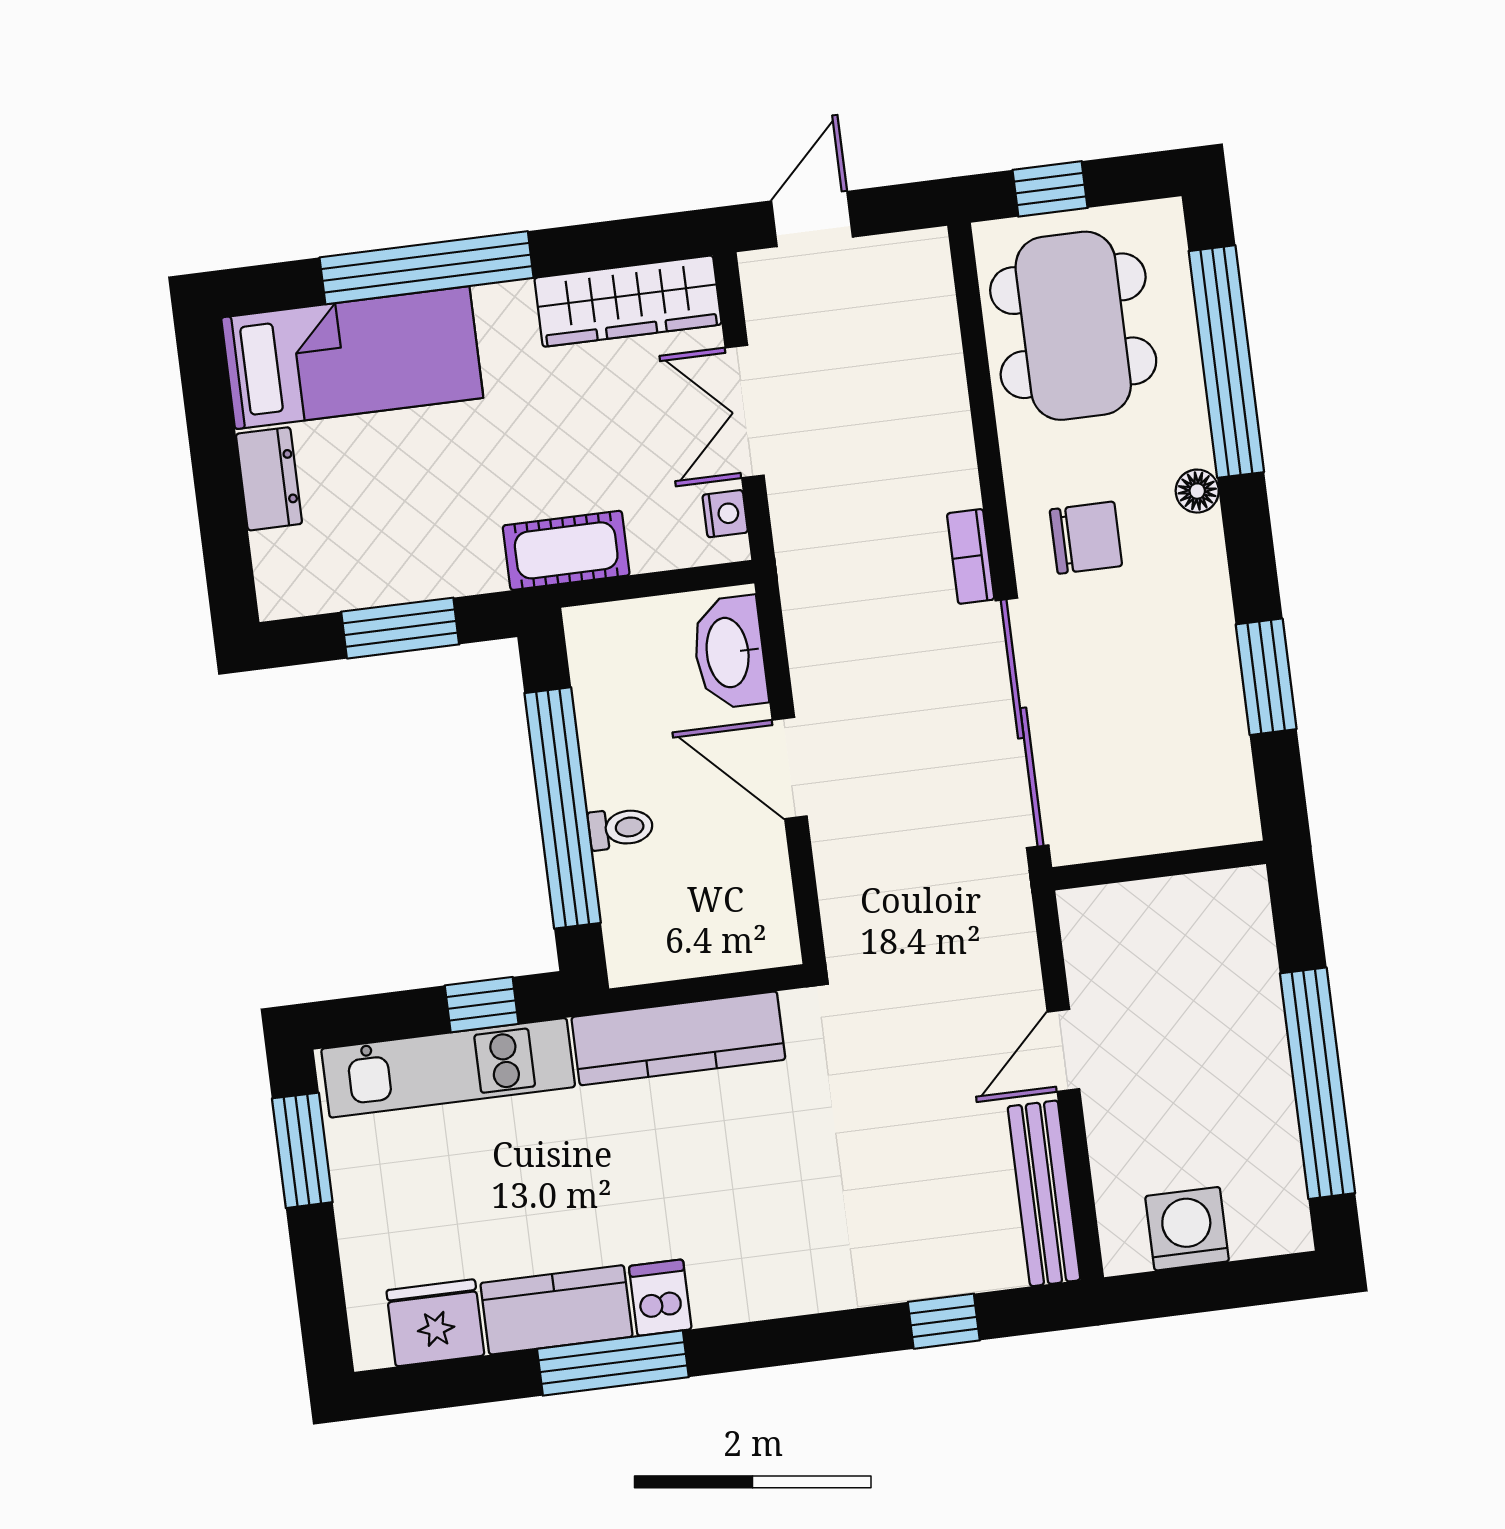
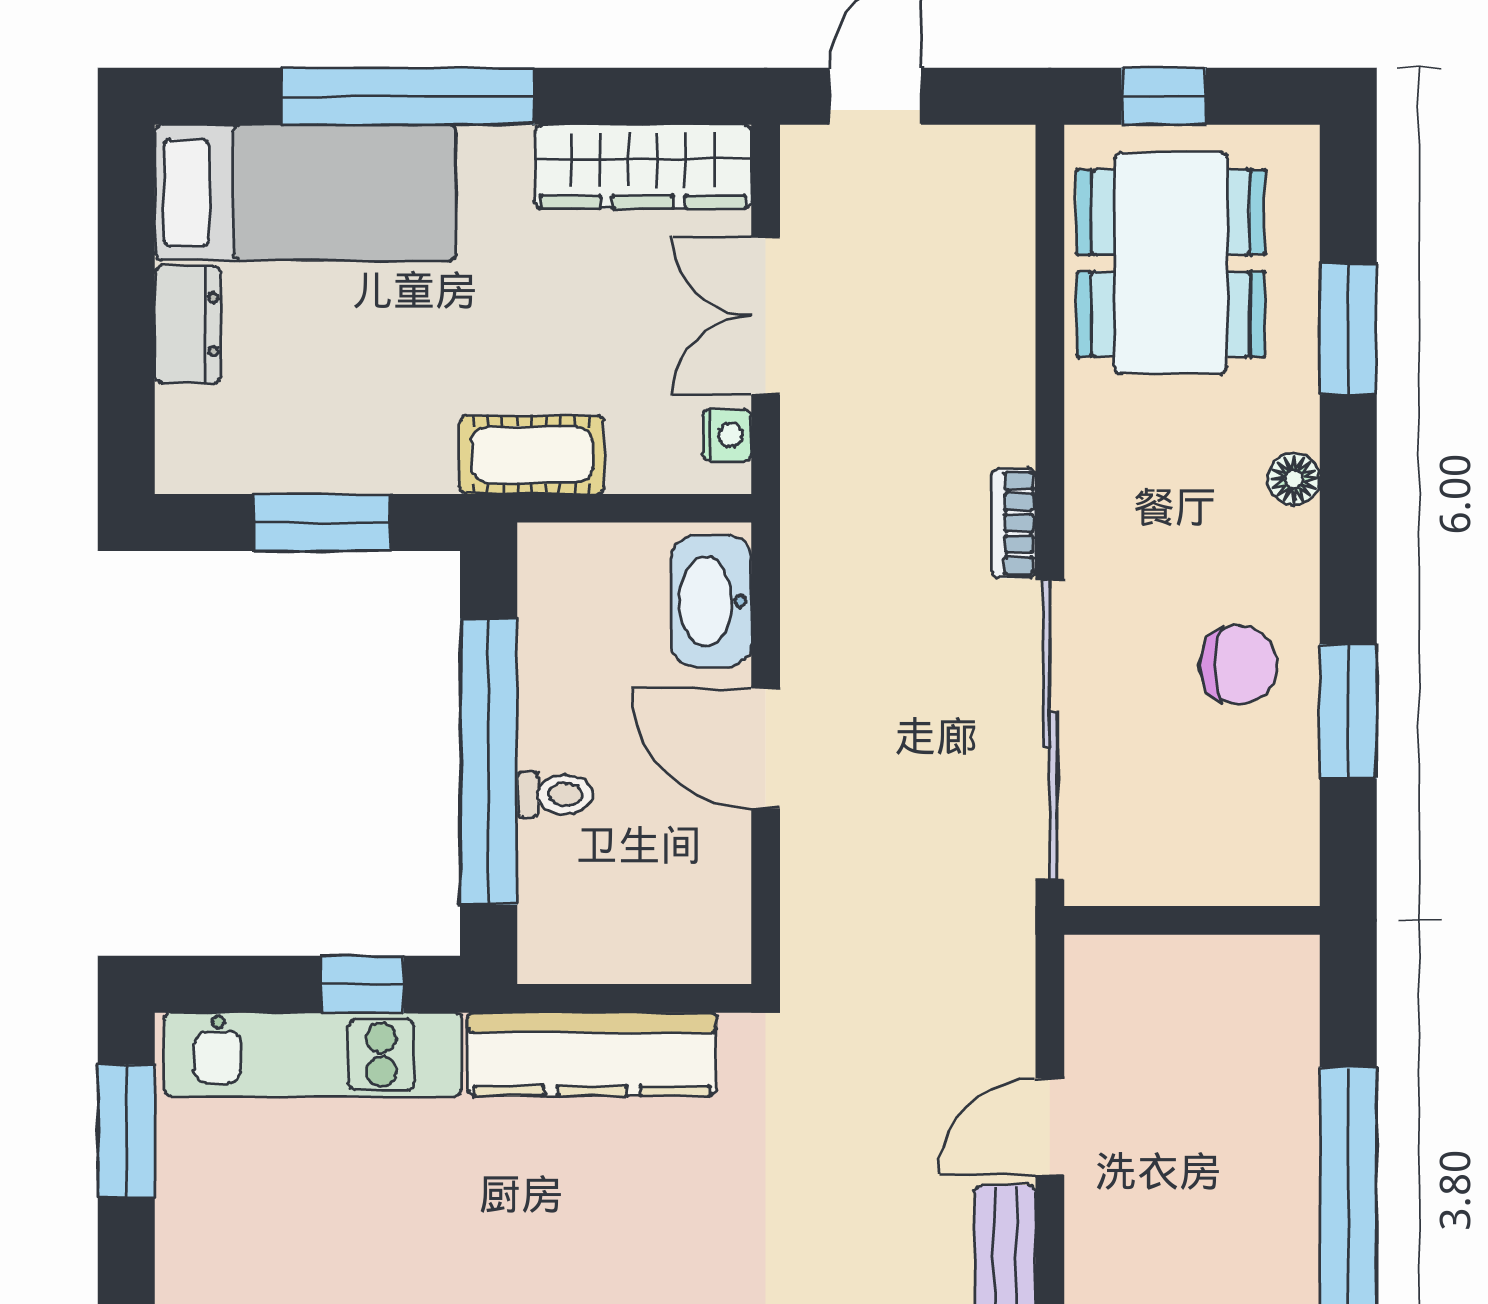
window: (1226, 362) -> (1348, 329), width x0.47
chair: (1086, 538) -> (1238, 665), moved

